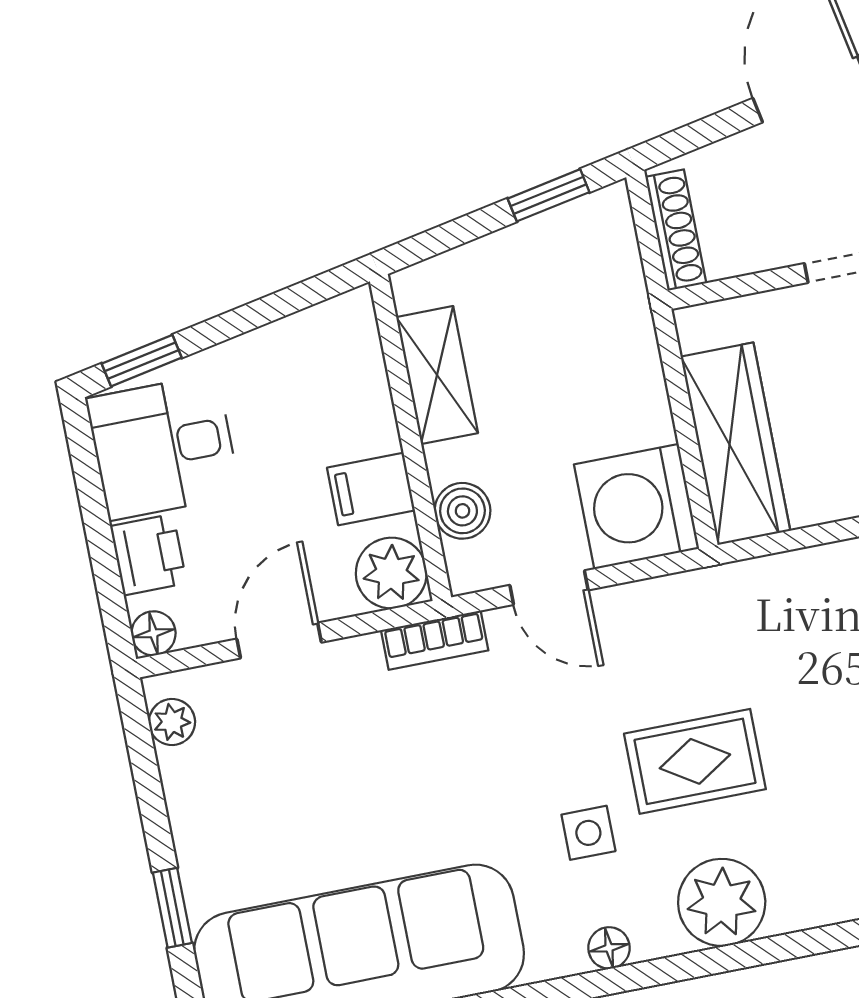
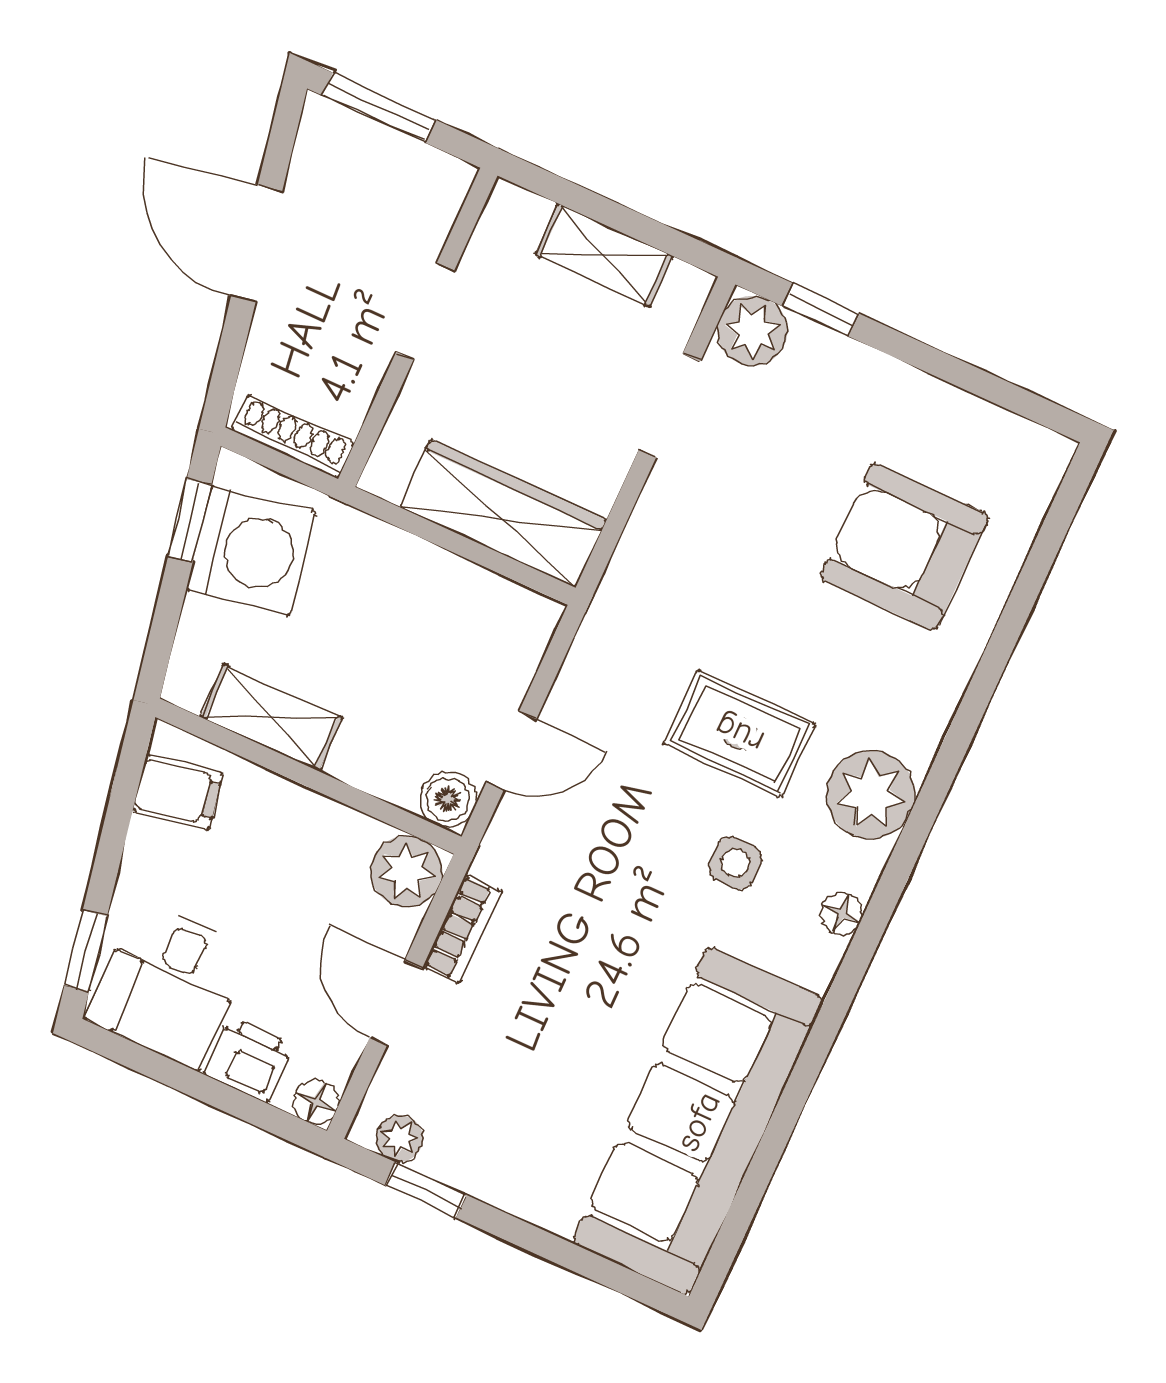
filing cabinet: (371, 489) -> (178, 792), moved, turned -101
washing machine: (637, 507) -> (251, 551), moved, turned -101
boiler: (462, 511) -> (448, 799), moved
bookcase: (435, 640) -> (463, 929), moved
rug: (695, 761) -> (739, 734), turned 90
window: (172, 908) -> (426, 1190), moved

